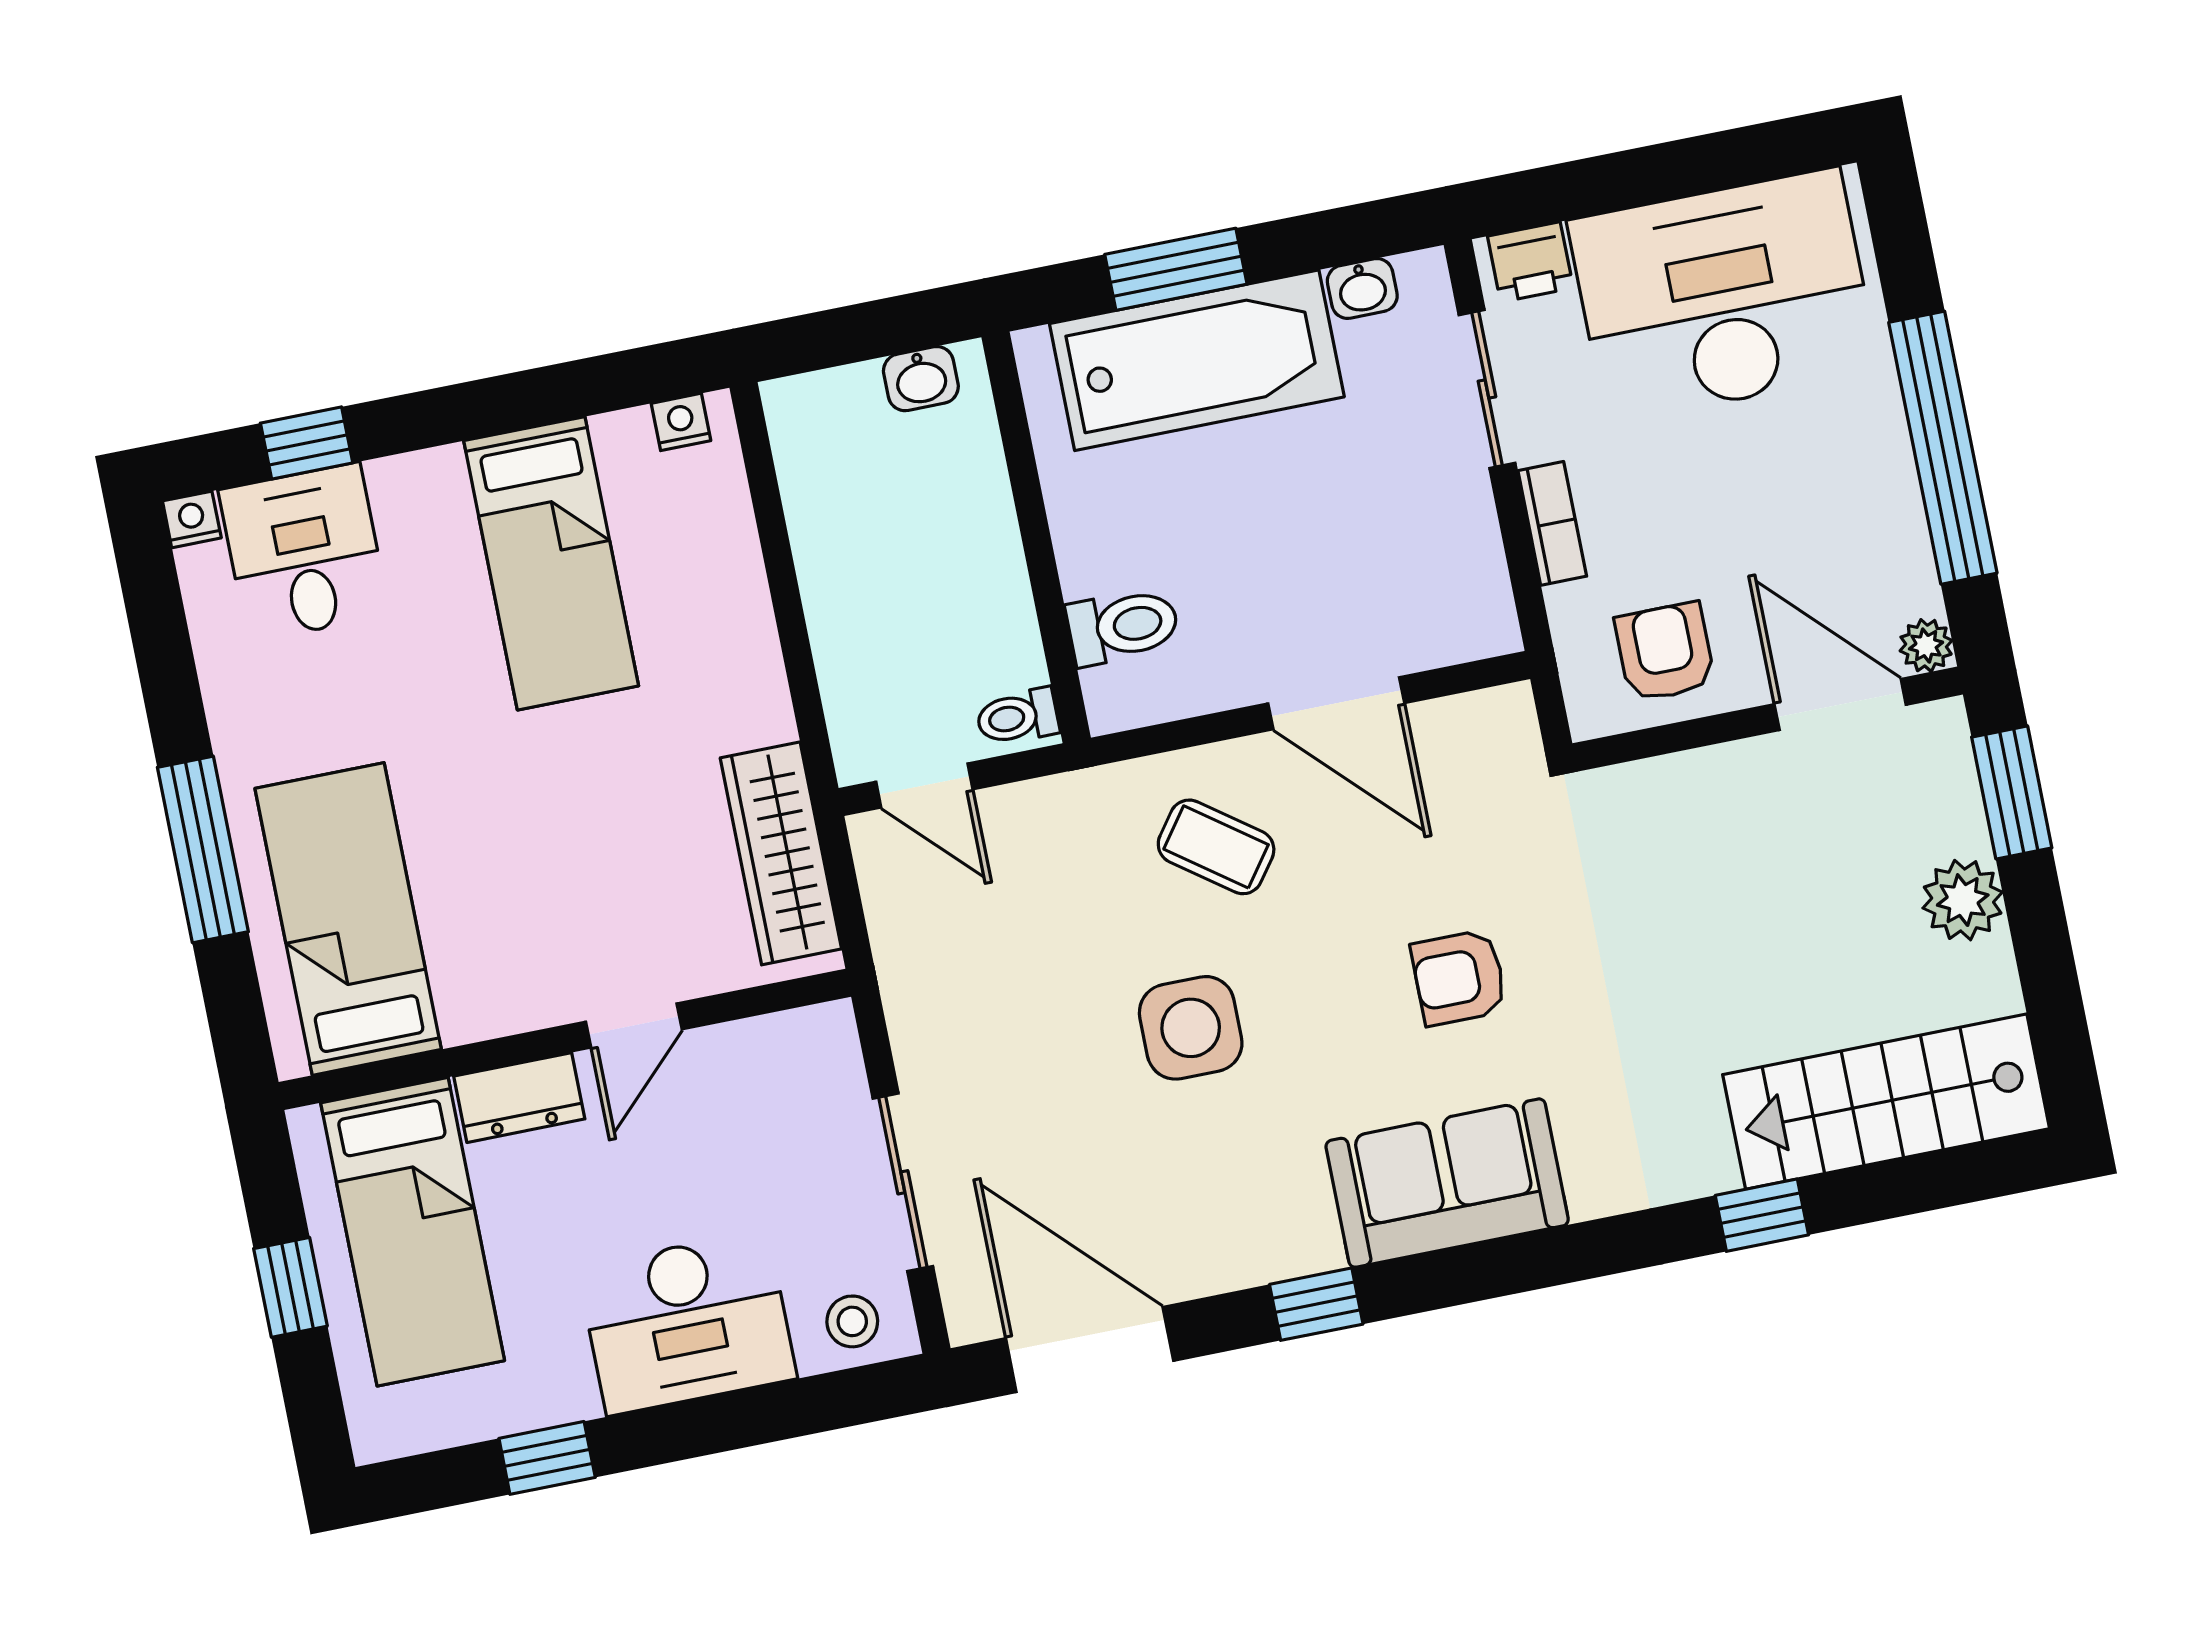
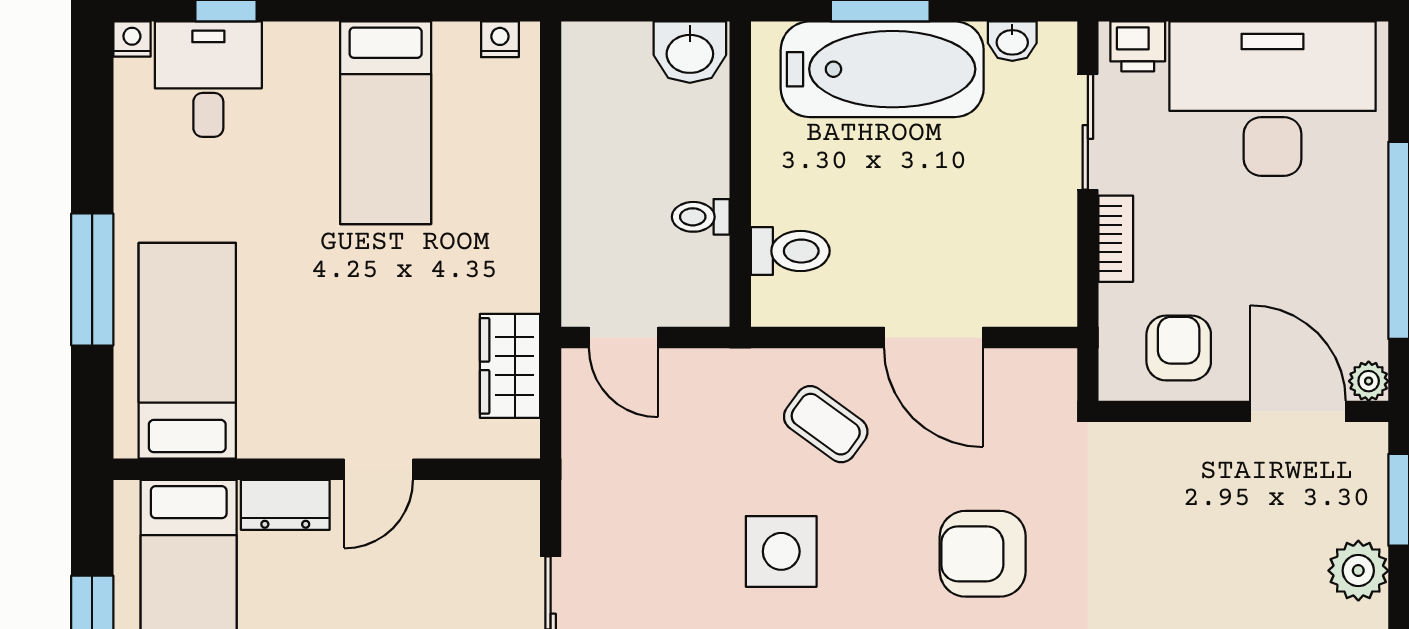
washbasin: (921, 379) -> (690, 52), width x1.38, depth x1.45
toilet: (1017, 717) -> (701, 217), moved
wardrobe: (781, 853) -> (510, 366), width x0.67
armchair: (1459, 978) -> (983, 554), width x1.38, depth x1.38

